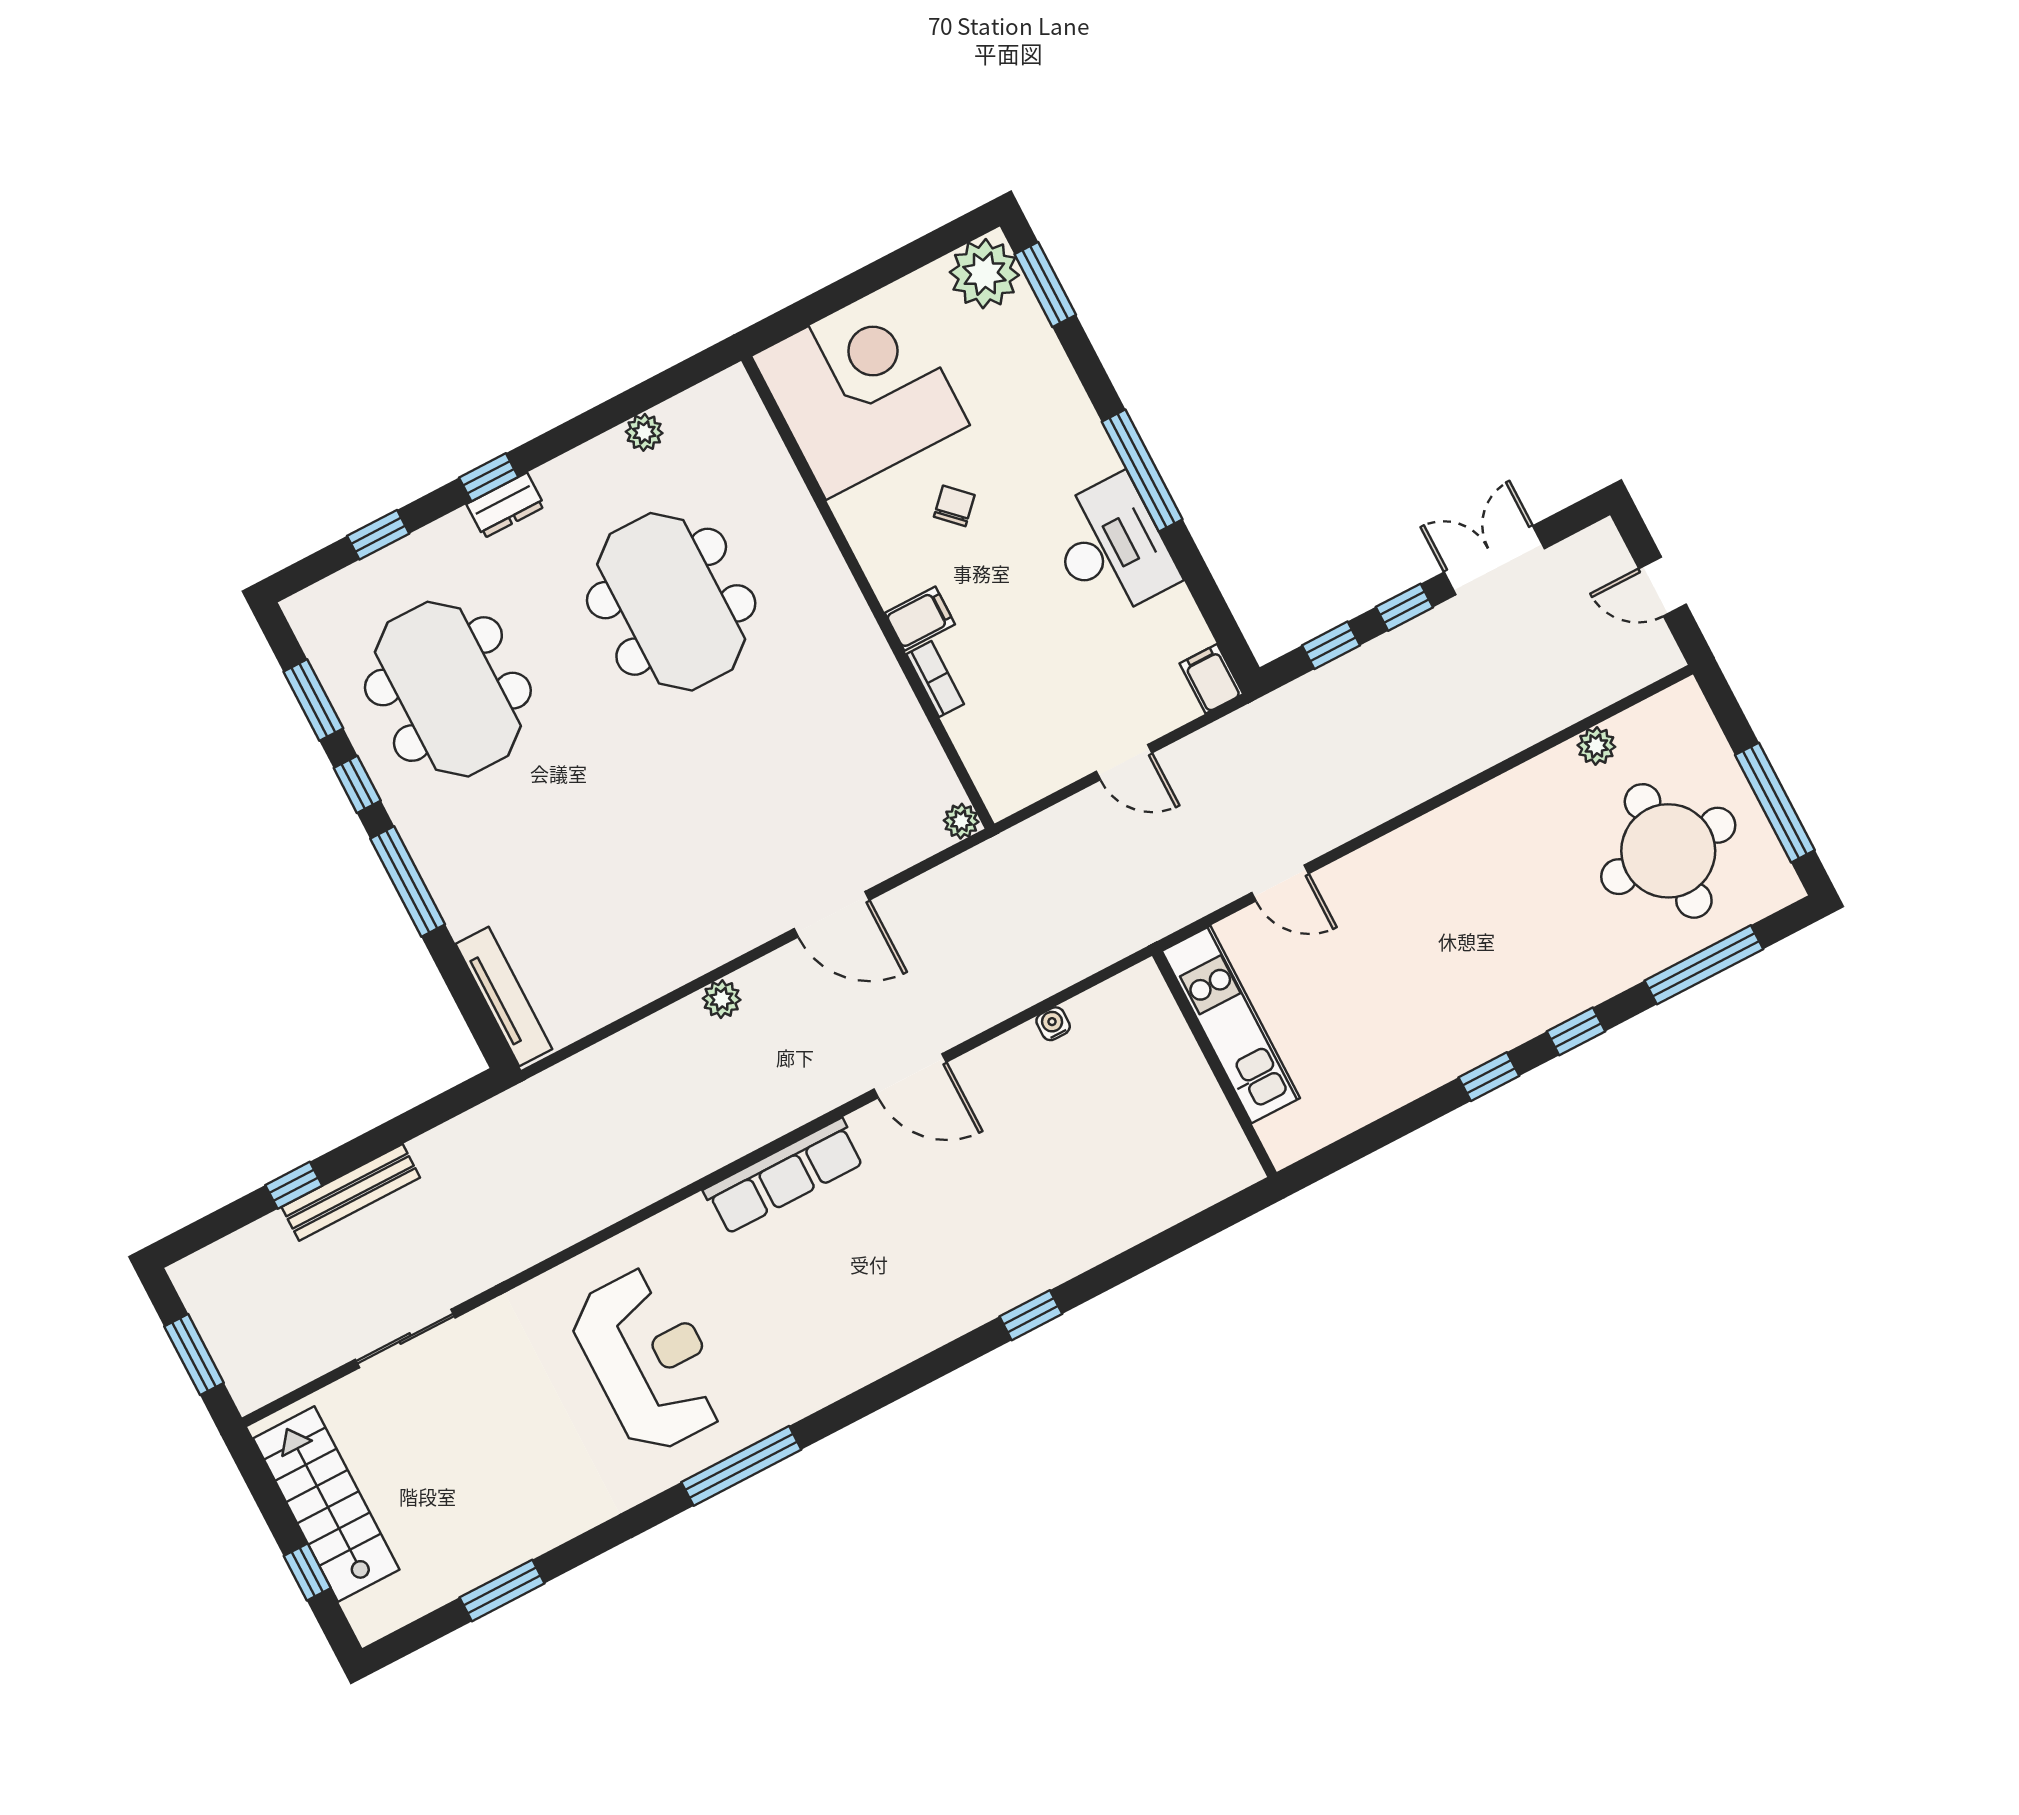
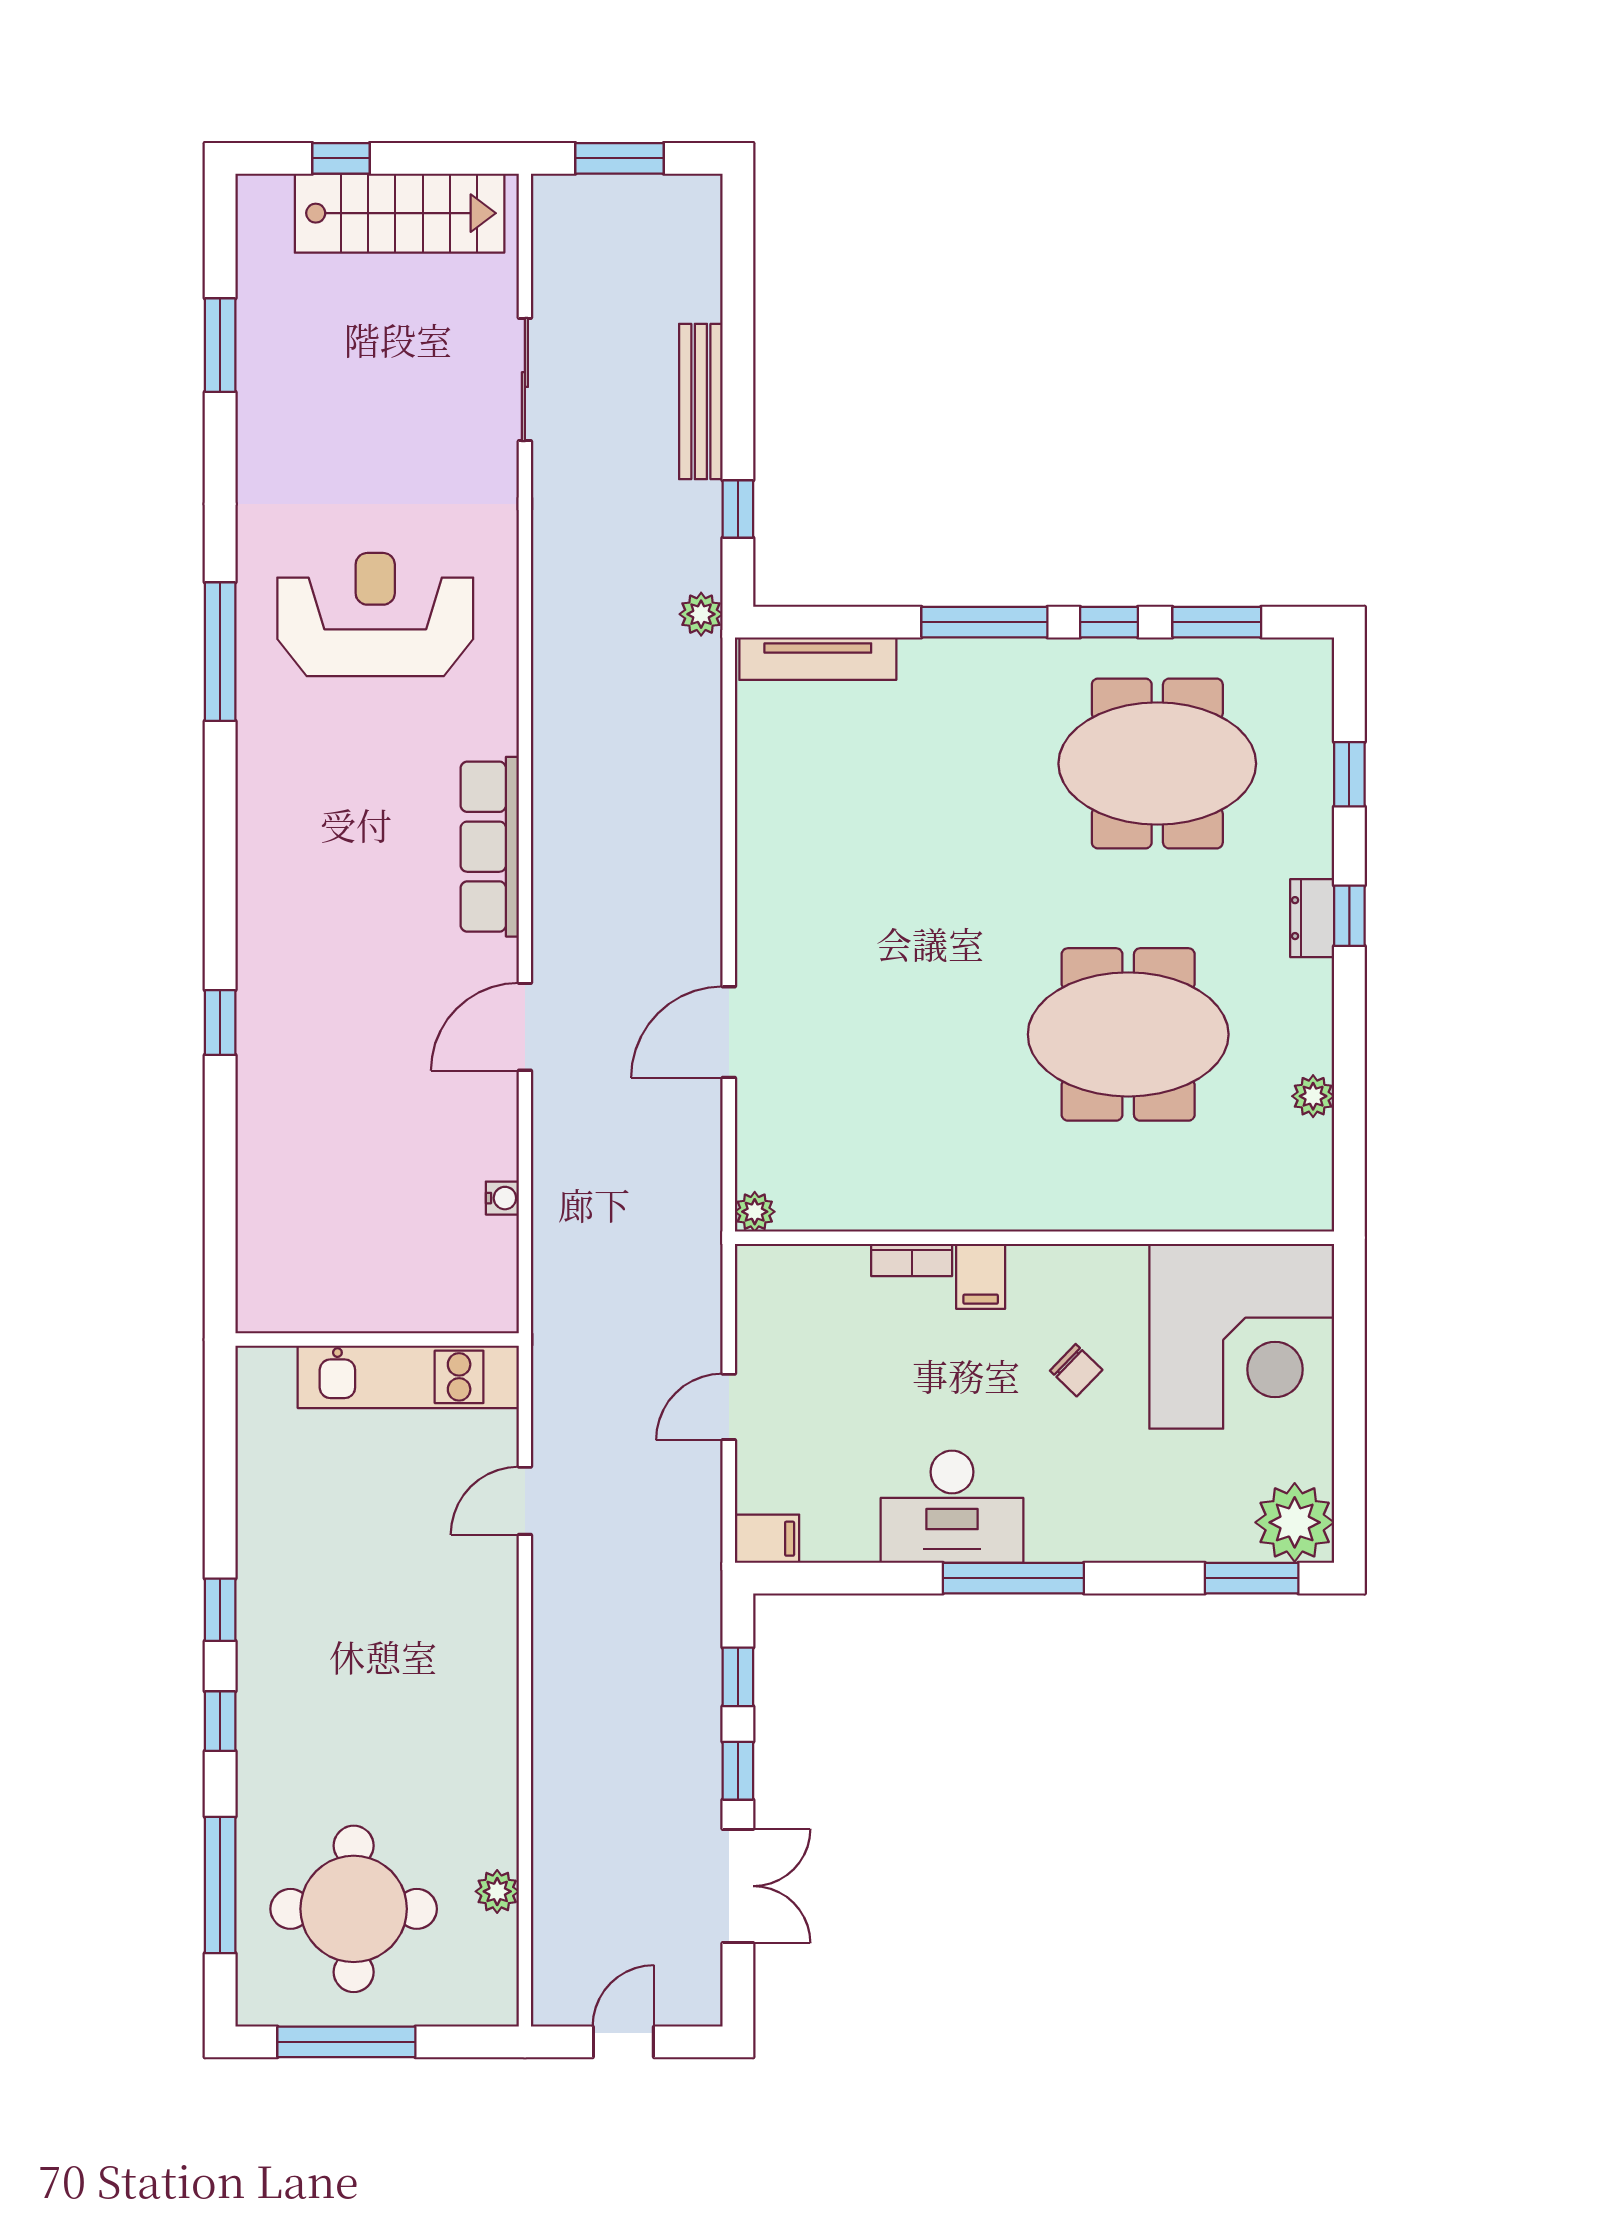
plant: (722, 999) -> (701, 614), moved
window: (294, 1185) -> (738, 509), moved
reception desk: (649, 1360) -> (375, 615), turned 180

